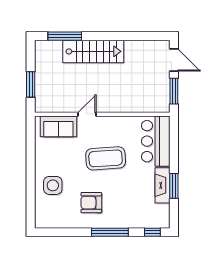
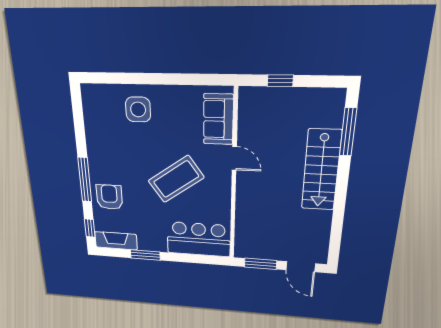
door: (174, 60) -> (301, 267), hinge flipped
window: (31, 84) -> (280, 81), width x0.67
coffee table: (106, 158) -> (176, 179), turned 59
fireplace: (162, 185) -> (116, 241), moved
armchair: (91, 203) -> (109, 197), moved

